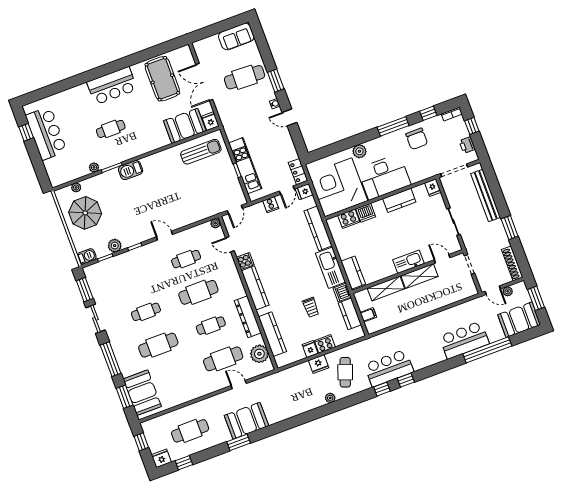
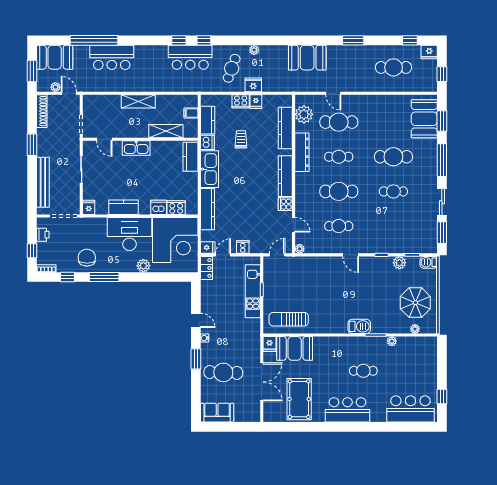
bar counter: (46, 133) -> (410, 409), moved, turned 90
shelving: (419, 276) -> (138, 101), moved
booth: (246, 421) -> (307, 58), moved

